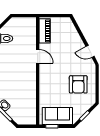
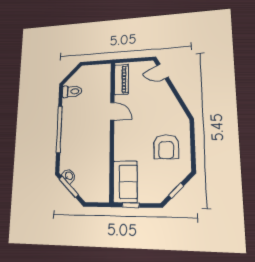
door: (90, 51) -> (162, 71), moved
sofa: (57, 116) -> (125, 182), moved, turned 90

